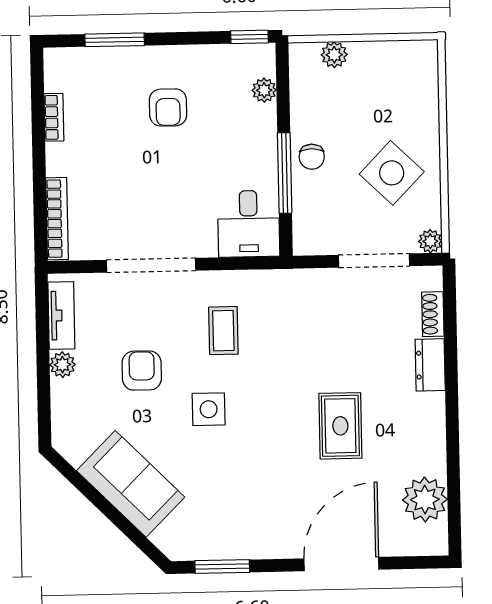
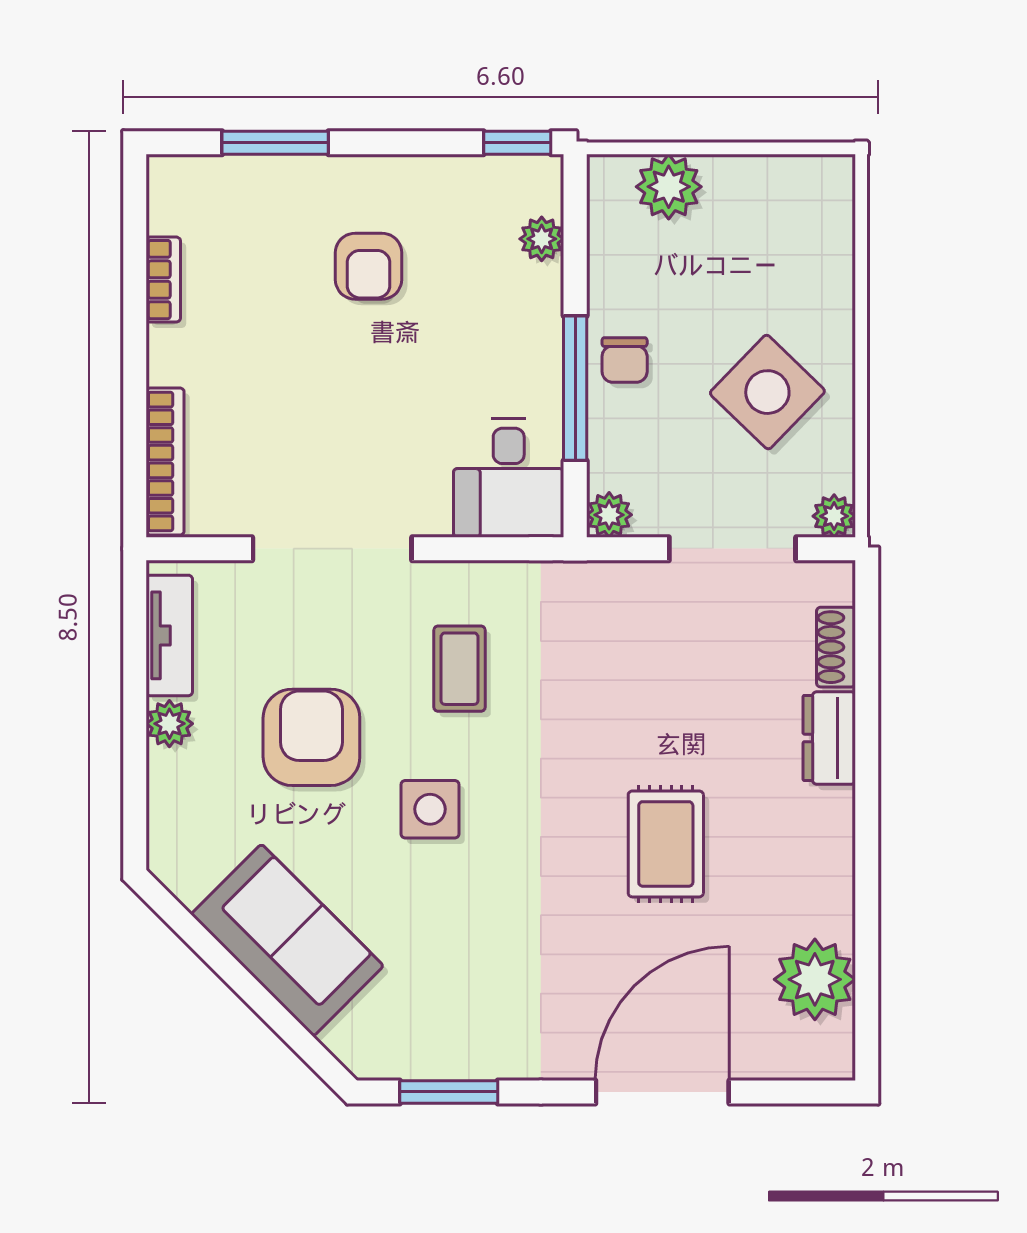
plant: (334, 55) -> (669, 187), width x1.38, depth x1.38
plant: (305, 243) -> (609, 515), added
armchair: (142, 371) -> (311, 737), width x1.38, depth x1.38

